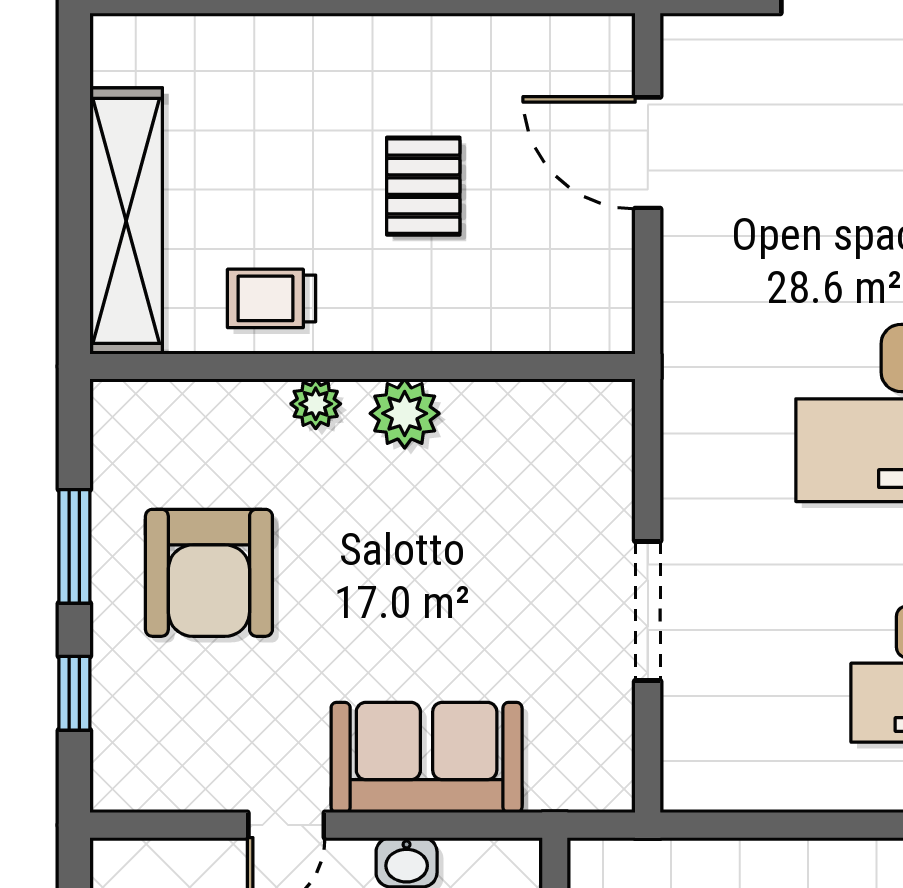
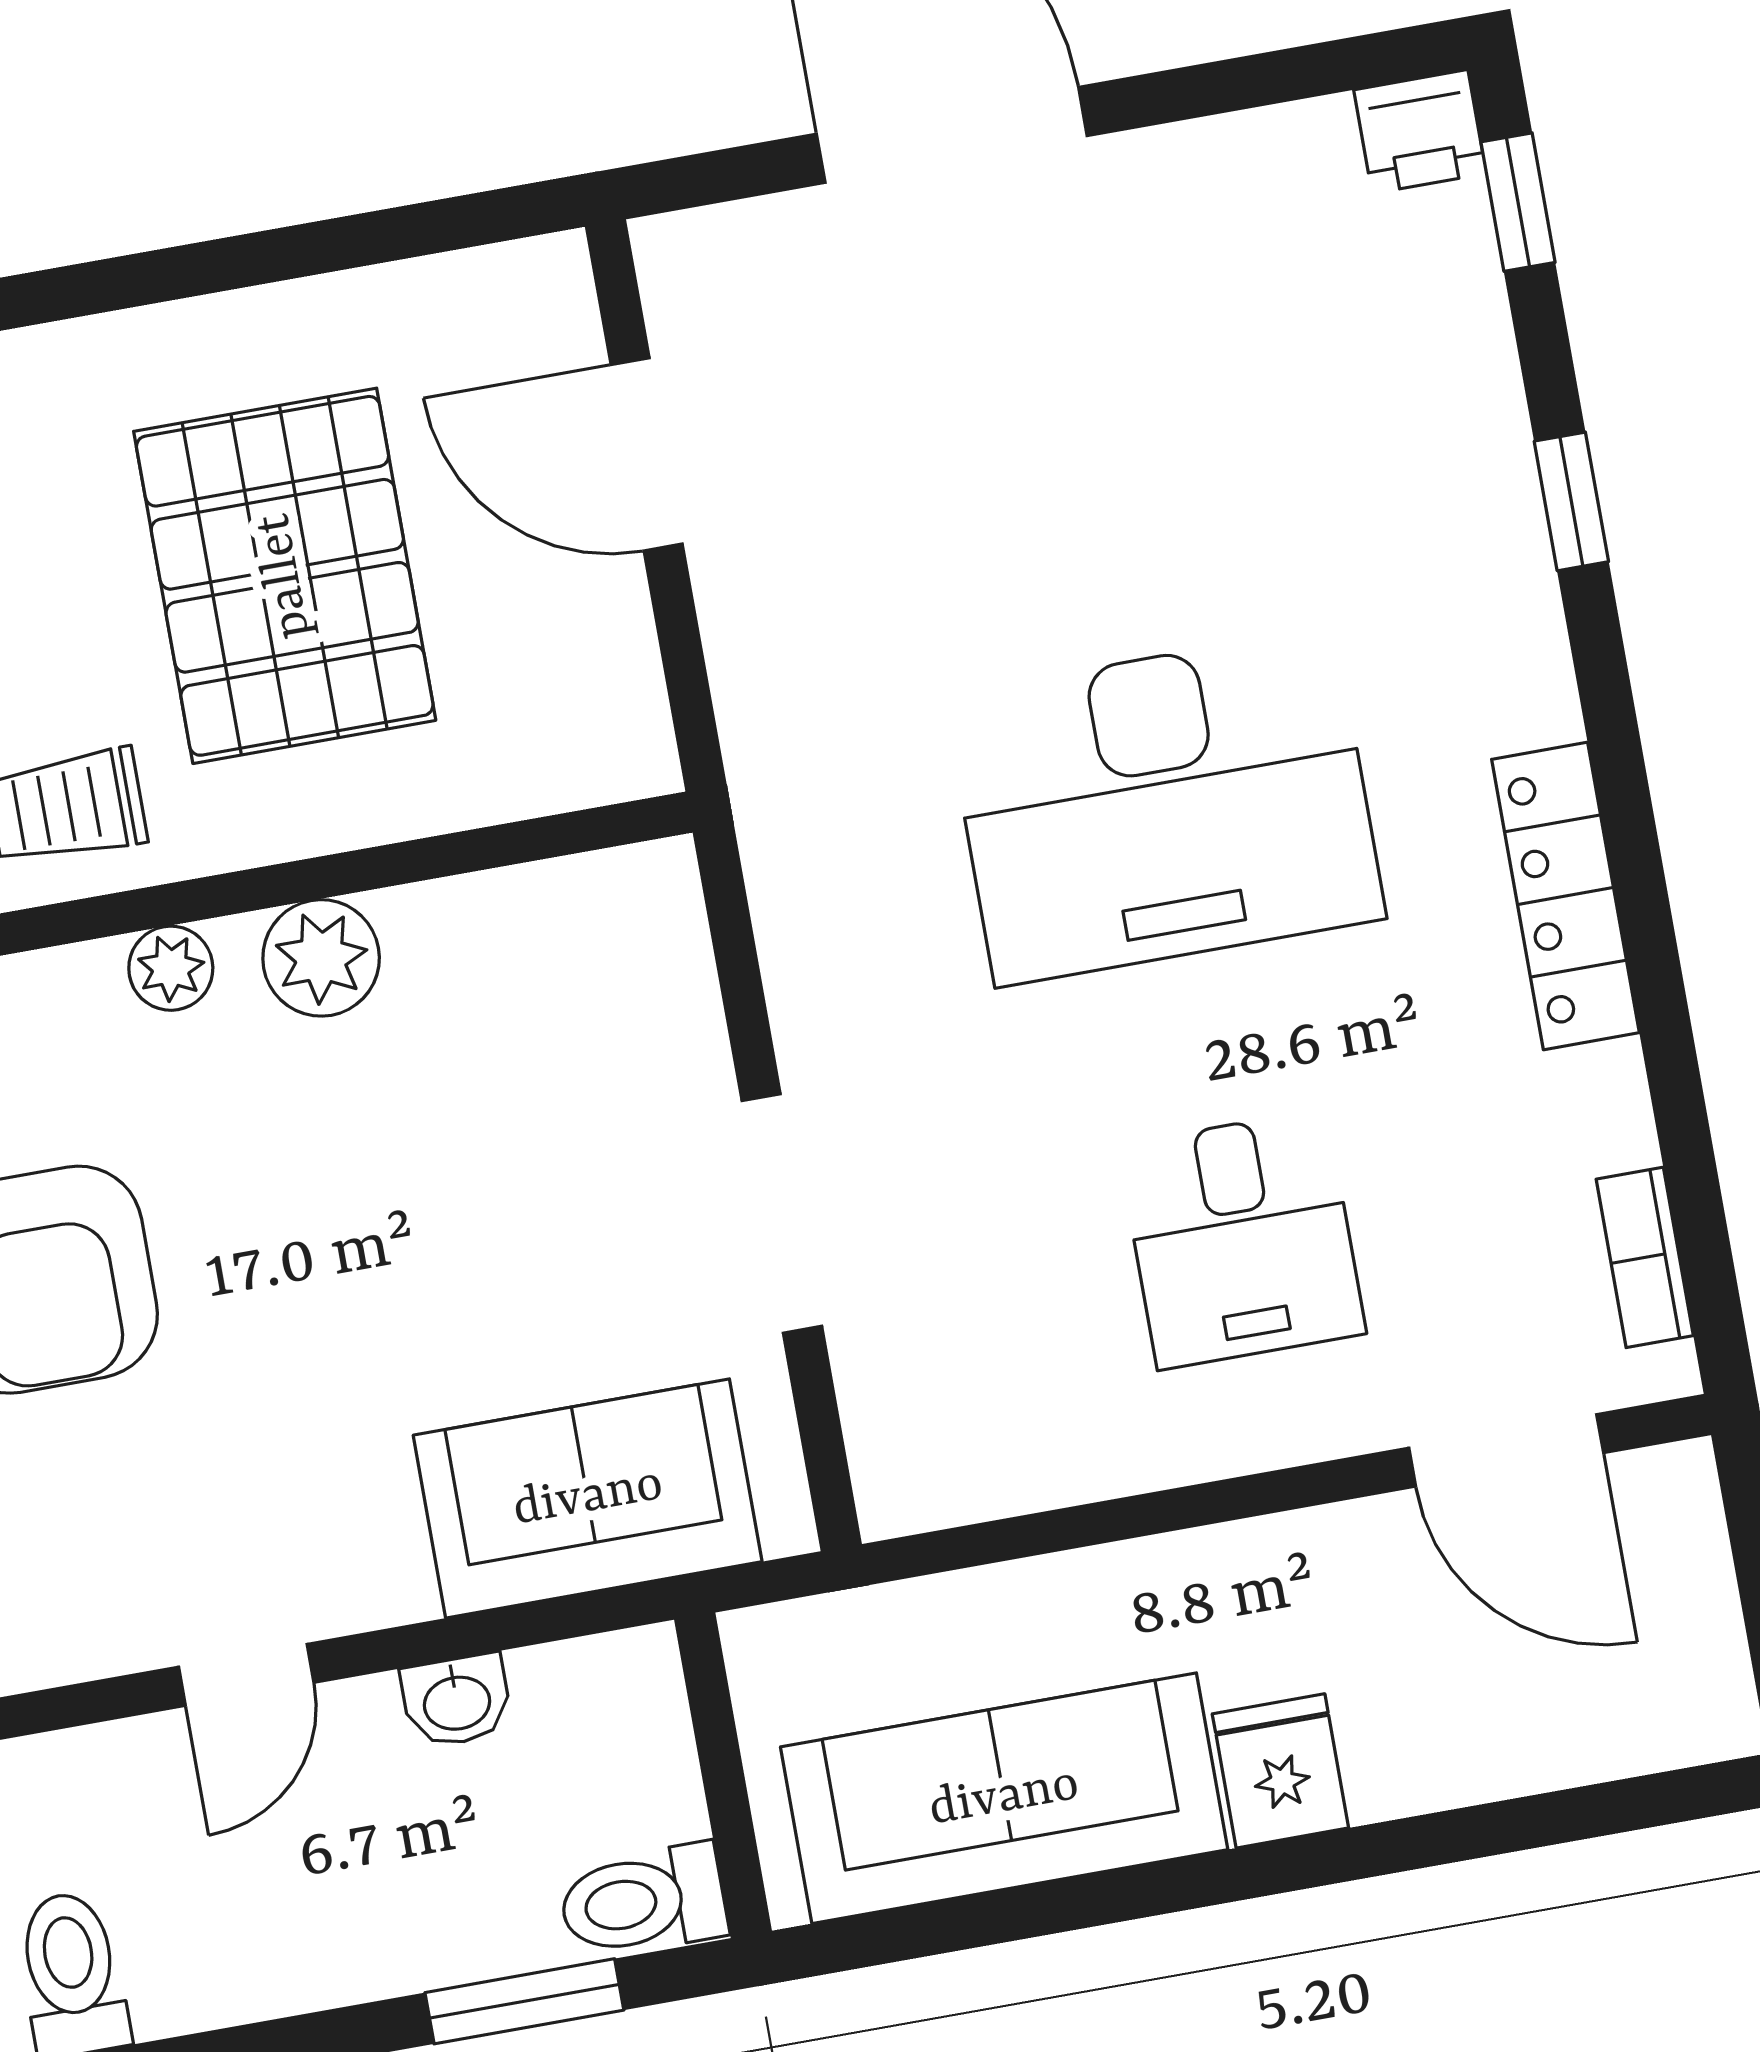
pallet: (423, 186) -> (285, 576), width x2.05, depth x2.00
sofa: (427, 758) -> (588, 1498), moved

